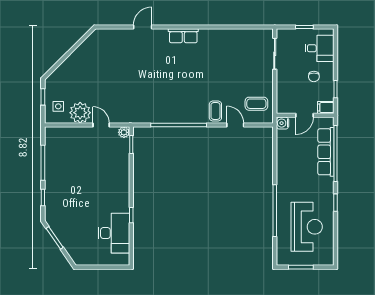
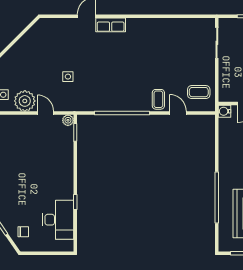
row of seats: (183, 36) -> (111, 25), moved
side table: (124, 88) -> (68, 77), added
chair: (79, 245) -> (23, 232), added

